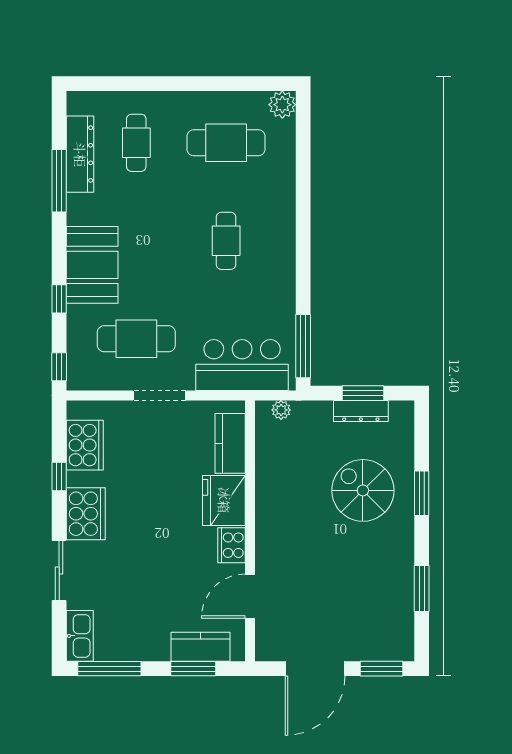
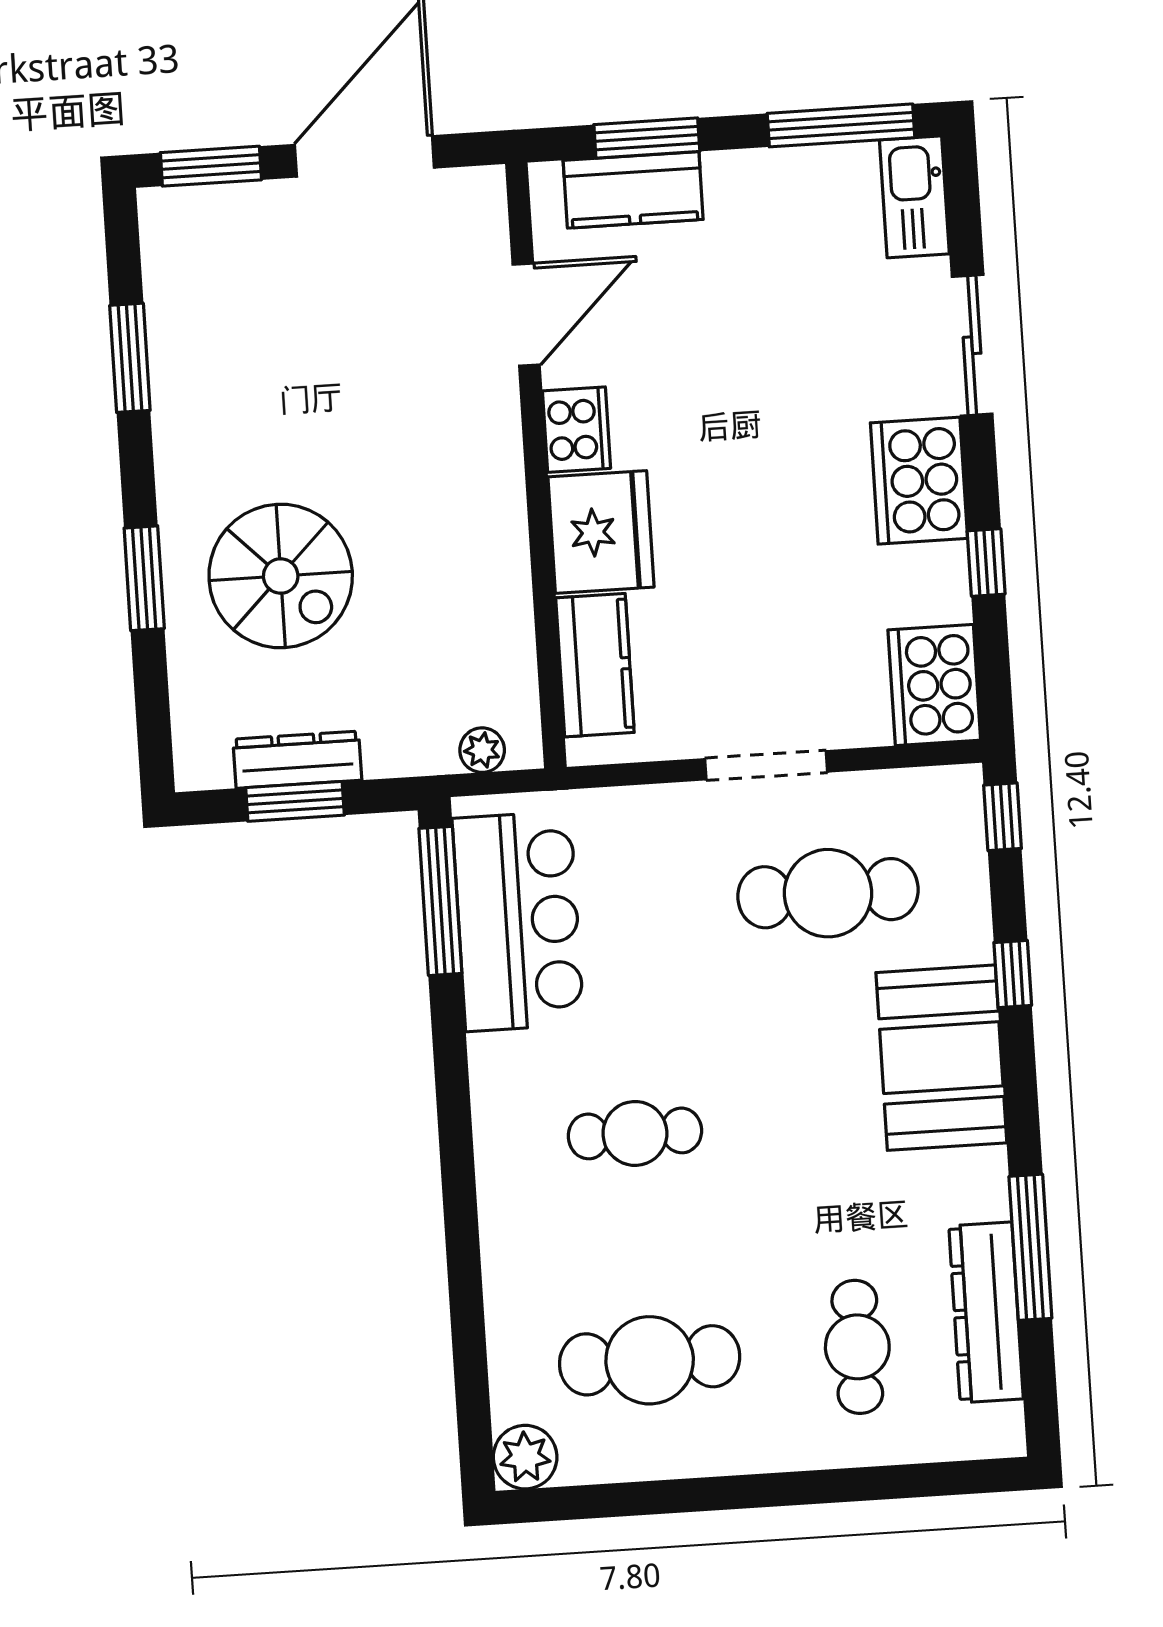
cafe table: (226, 241) -> (635, 1133), turned 90
bar counter: (242, 365) -> (518, 921), moved, turned -90
cooker: (85, 445) -> (934, 685), moved

